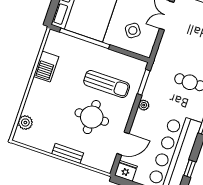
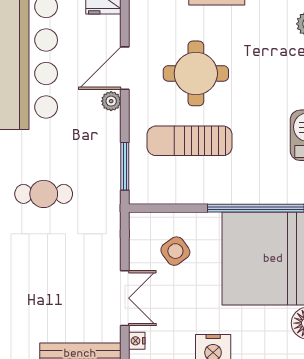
plant: (144, 105) -> (111, 101), moved
door: (123, 144) -> (125, 68), moved

